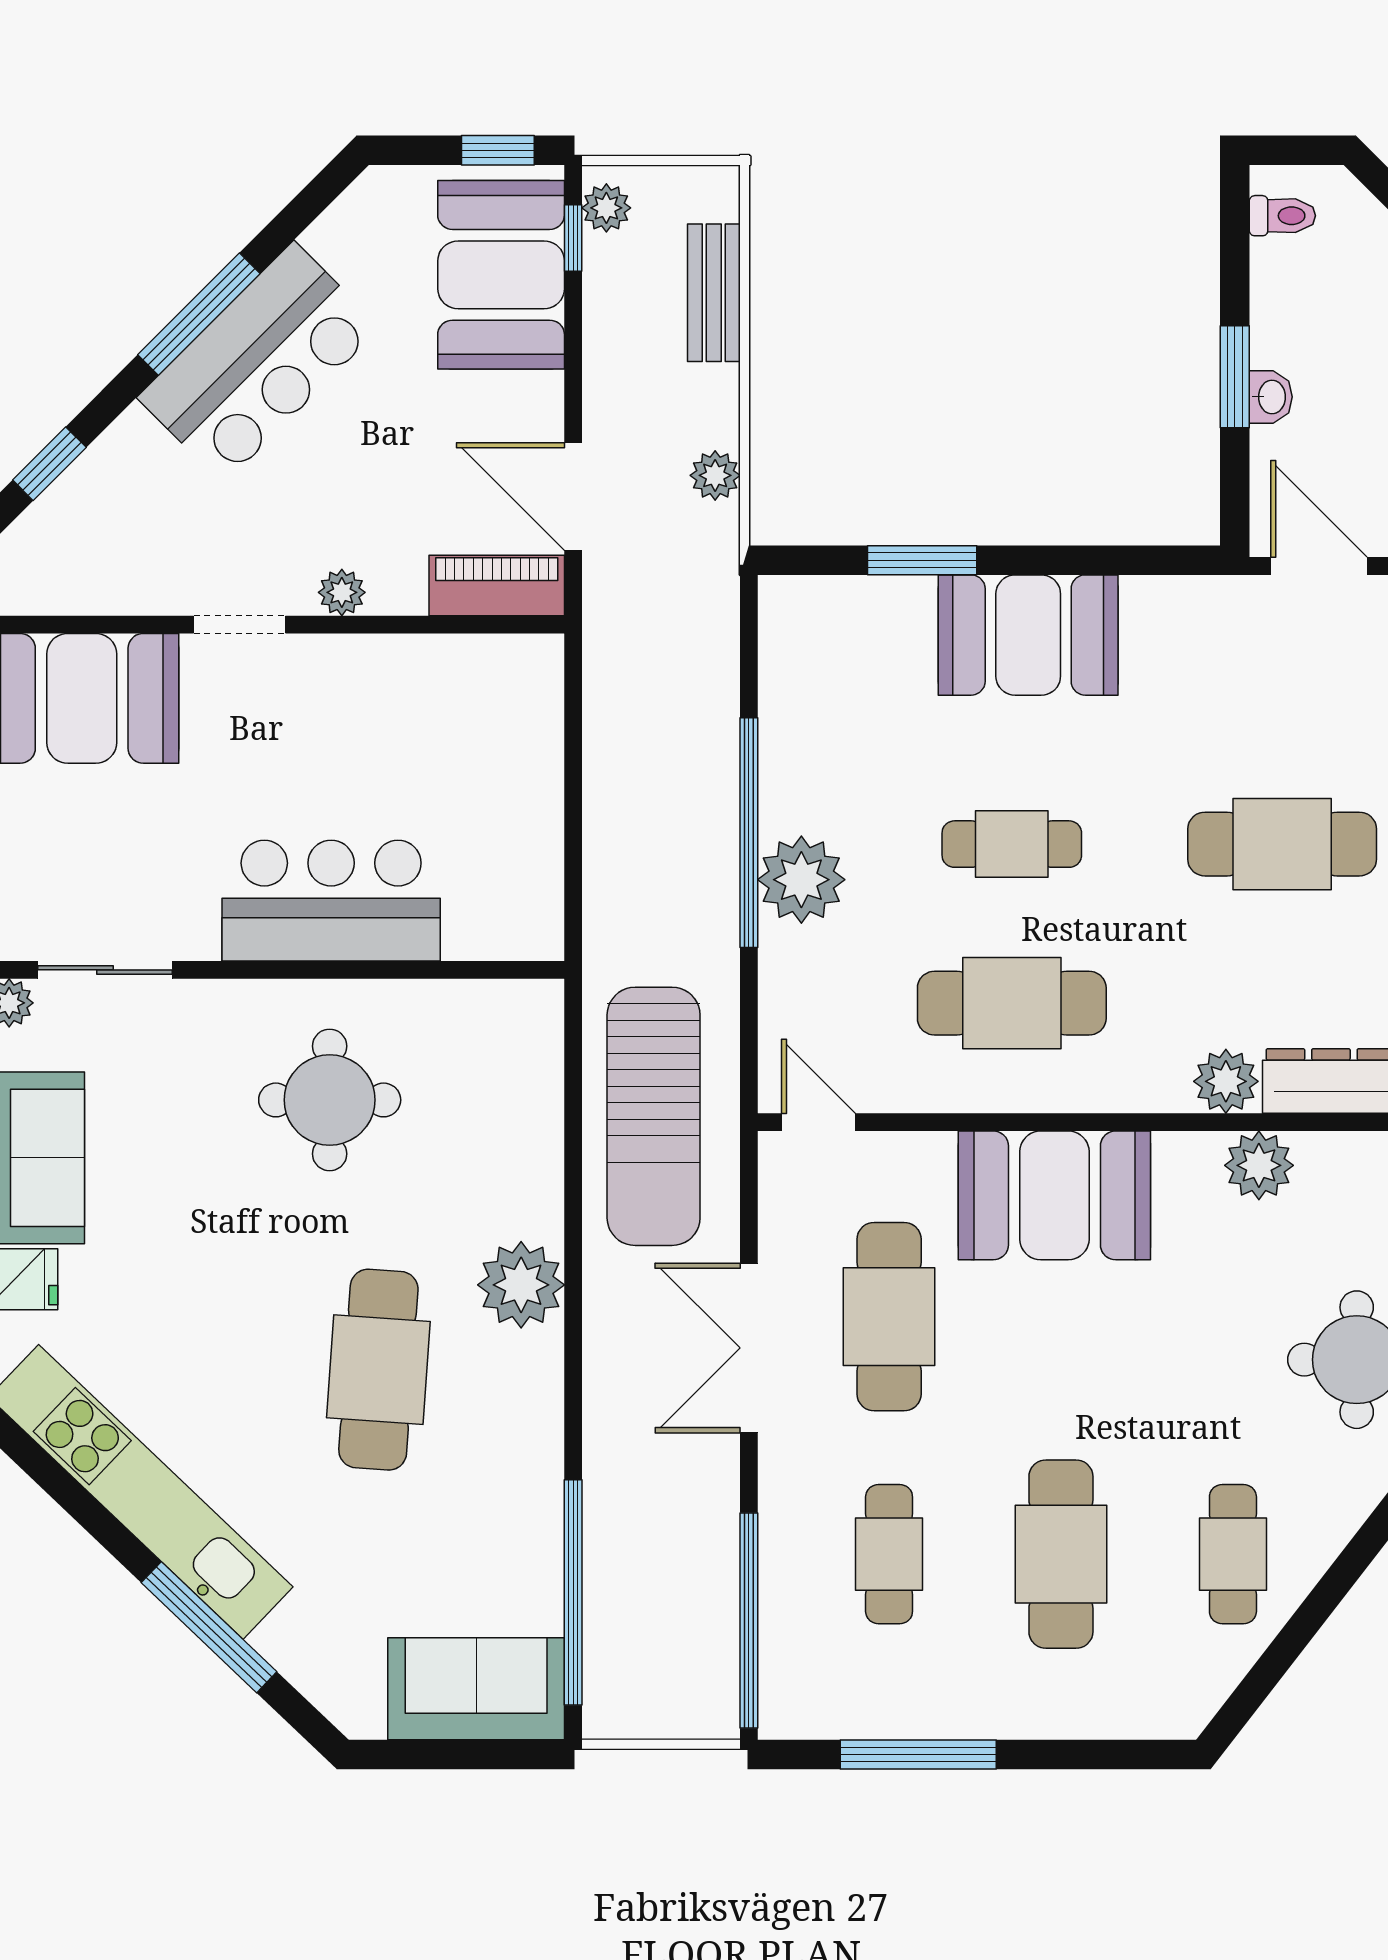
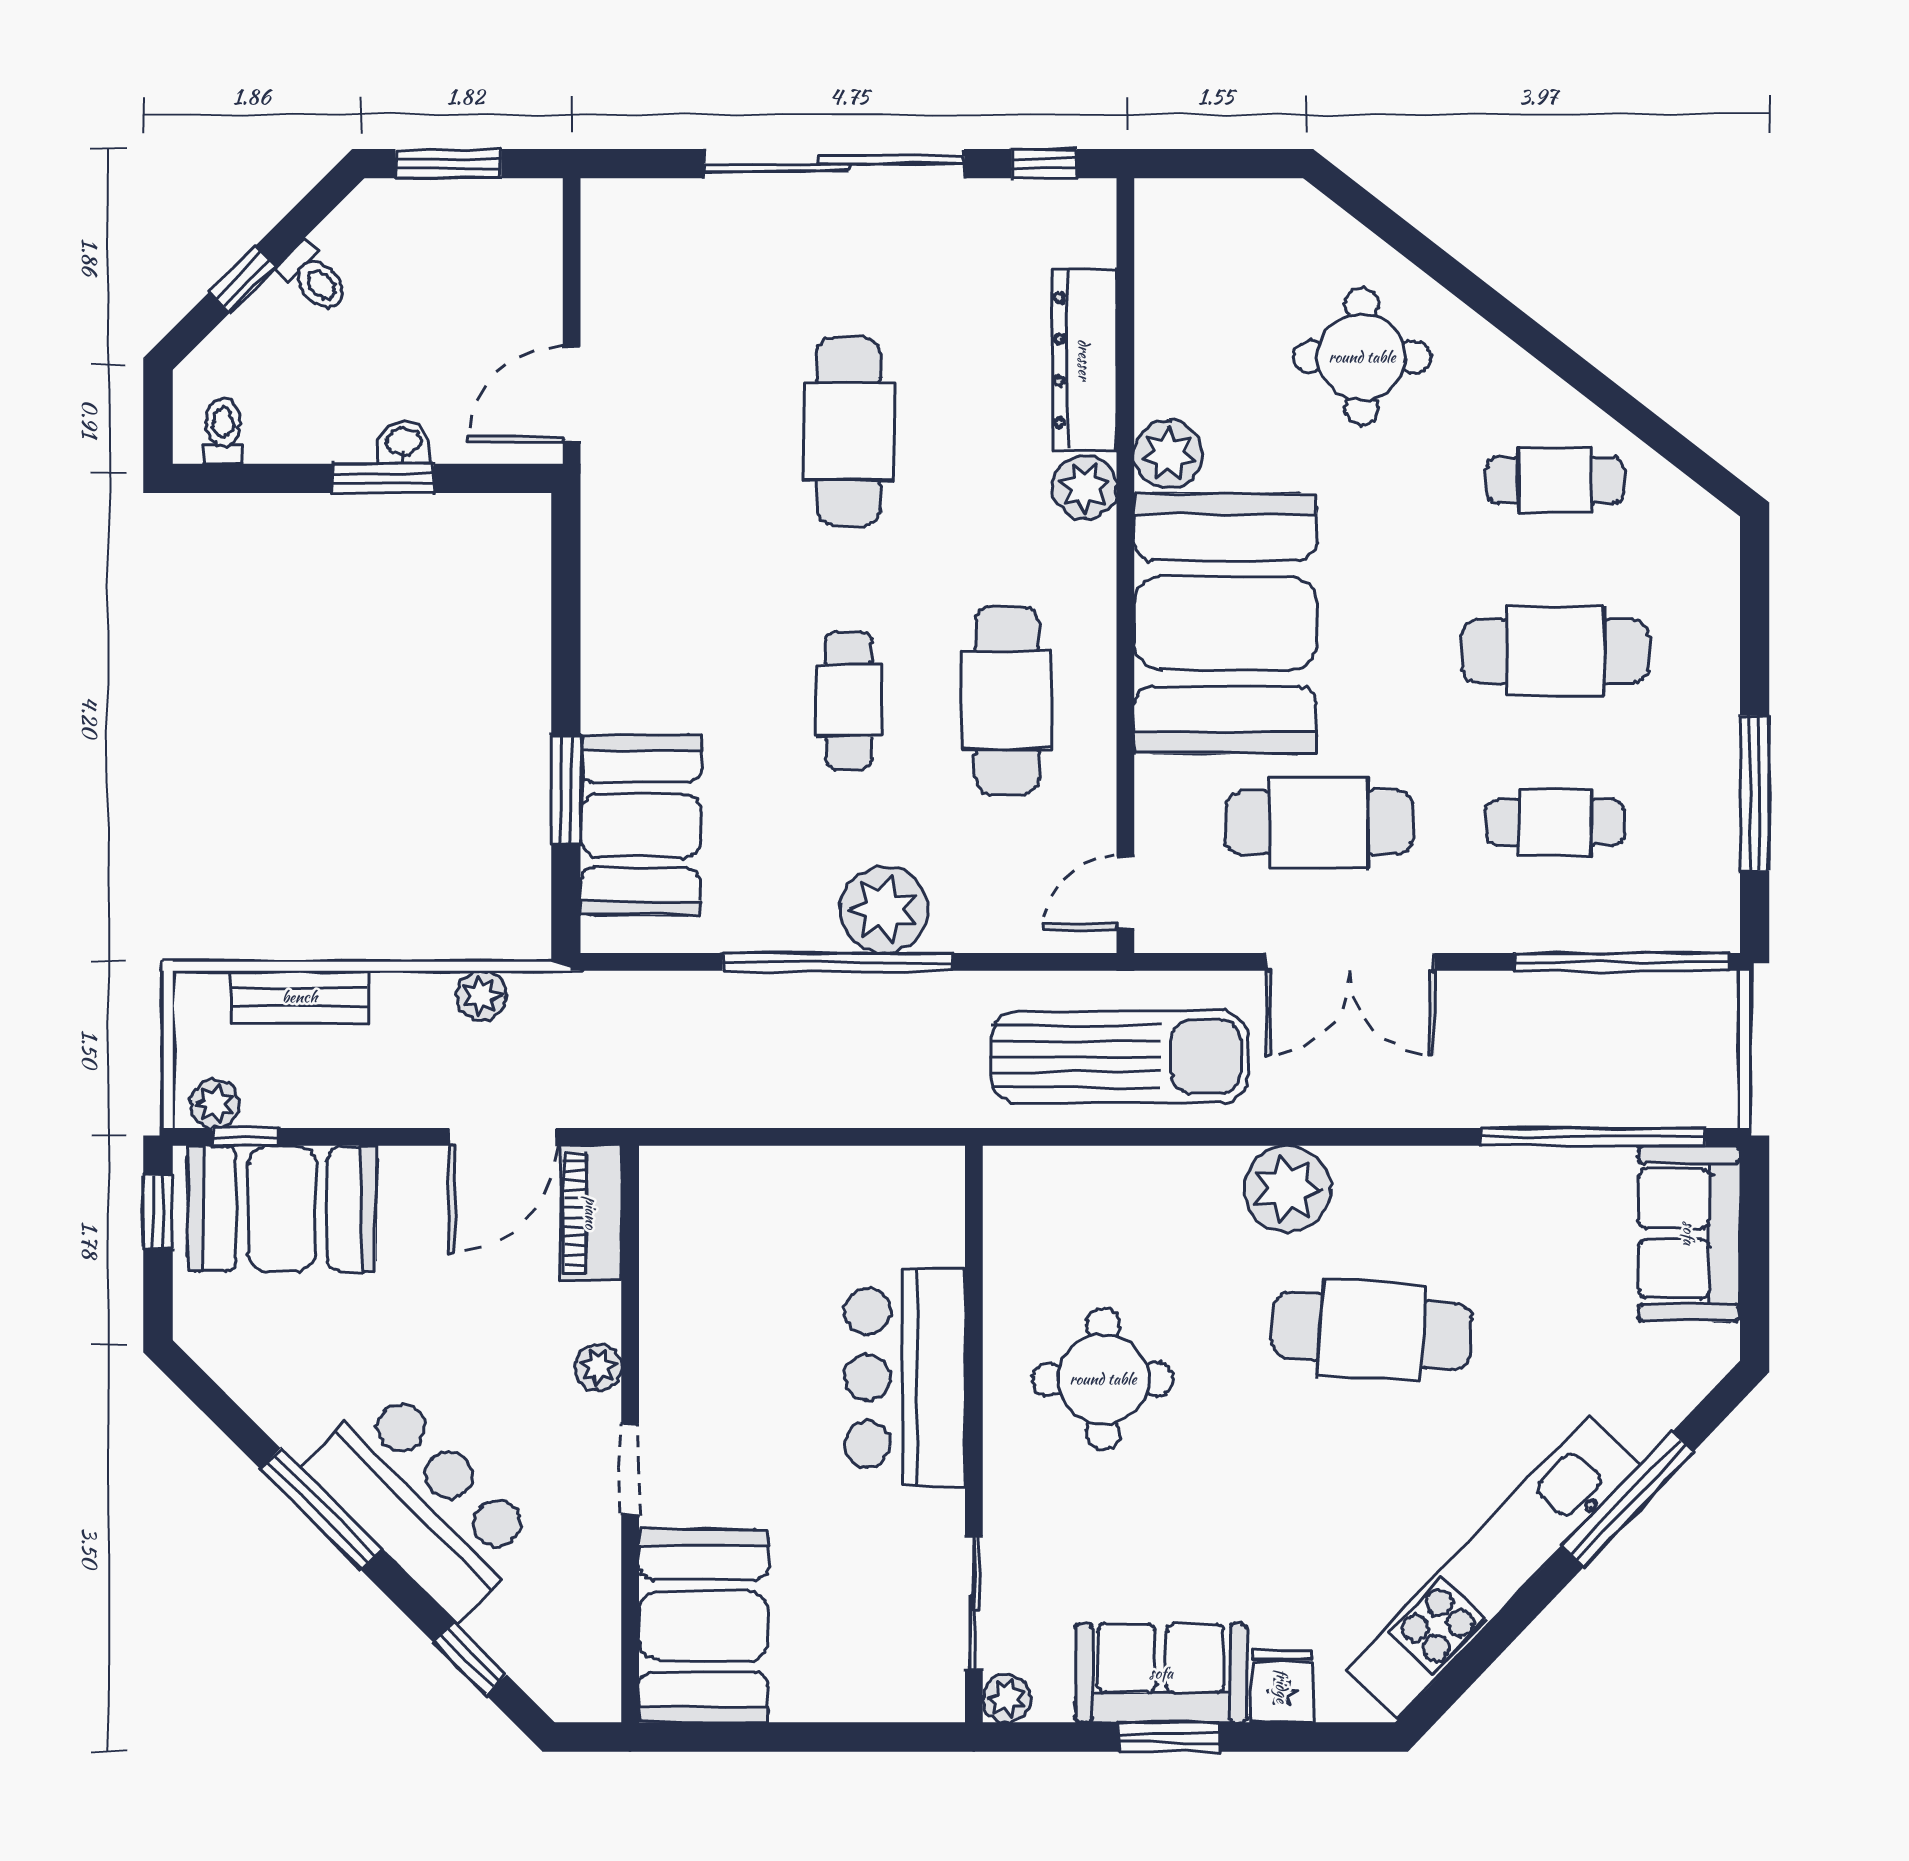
bar counter: (259, 363) -> (422, 1502), moved
booth: (1028, 635) -> (640, 825), moved
booth: (1054, 1195) -> (1225, 623), width x1.36, depth x1.42

